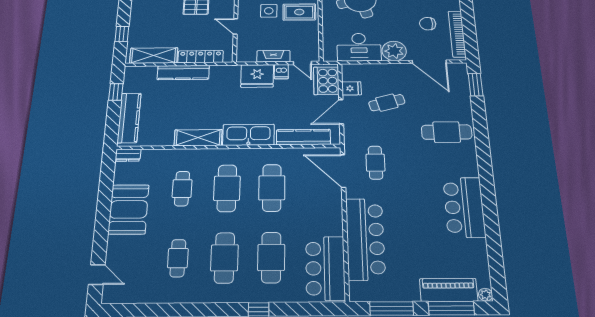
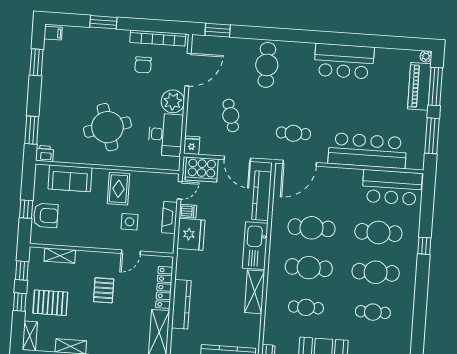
side table: (269, 11) -> (130, 222), moved
fridge: (351, 88) -> (192, 145), moved

